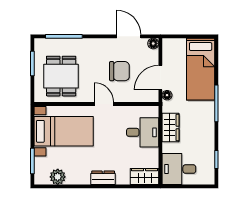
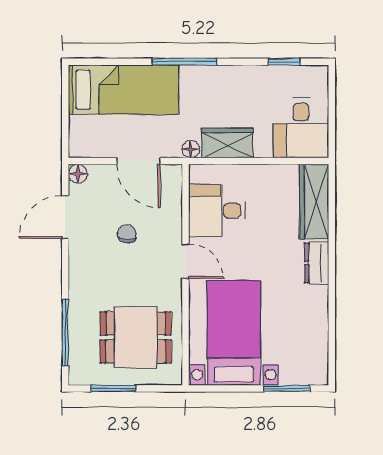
chair: (119, 71) -> (127, 234), width x0.54, depth x0.54
floor lamp: (167, 95) -> (191, 149), moved
door: (104, 104) -> (185, 261), swing flipped
desk: (143, 132) -> (217, 211), moved, turned -90
wardrobe: (145, 176) -> (314, 202), width x1.50
plant: (58, 177) -> (315, 344), removed

